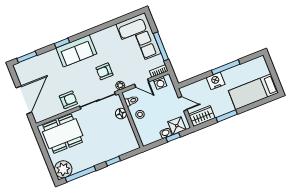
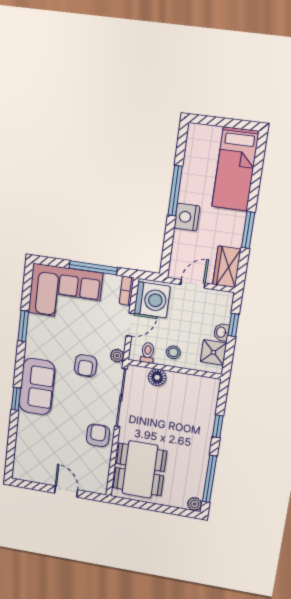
window: (27, 57) -> (23, 326), moved
washing machine: (160, 83) -> (152, 300), width x1.89, depth x1.89
door: (24, 100) -> (66, 491), width x0.53
shower: (177, 126) -> (213, 352), moved
plant: (63, 169) -> (195, 504), width x0.53, depth x0.53

